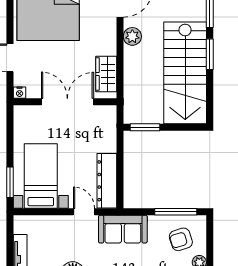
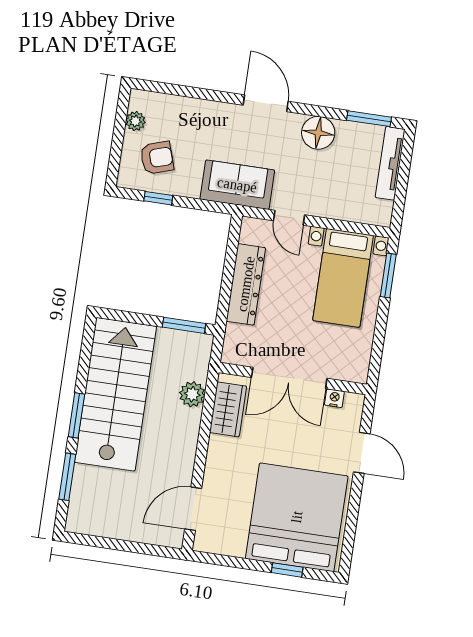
plant: (132, 36) -> (192, 394), moved
nightstand: (20, 93) -> (334, 398), moved
dresser: (107, 181) -> (246, 284), moved
window: (176, 212) -> (158, 198), width x0.46

